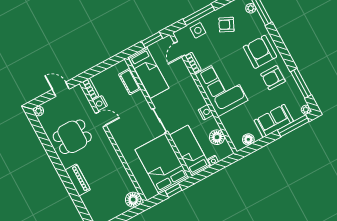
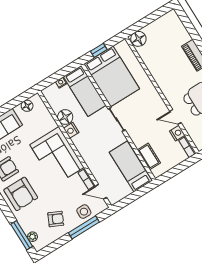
window: (152, 40) -> (129, 199), removed
door: (180, 49) -> (101, 192), swing flipped
floor lamp: (217, 137) -> (65, 117), moved

